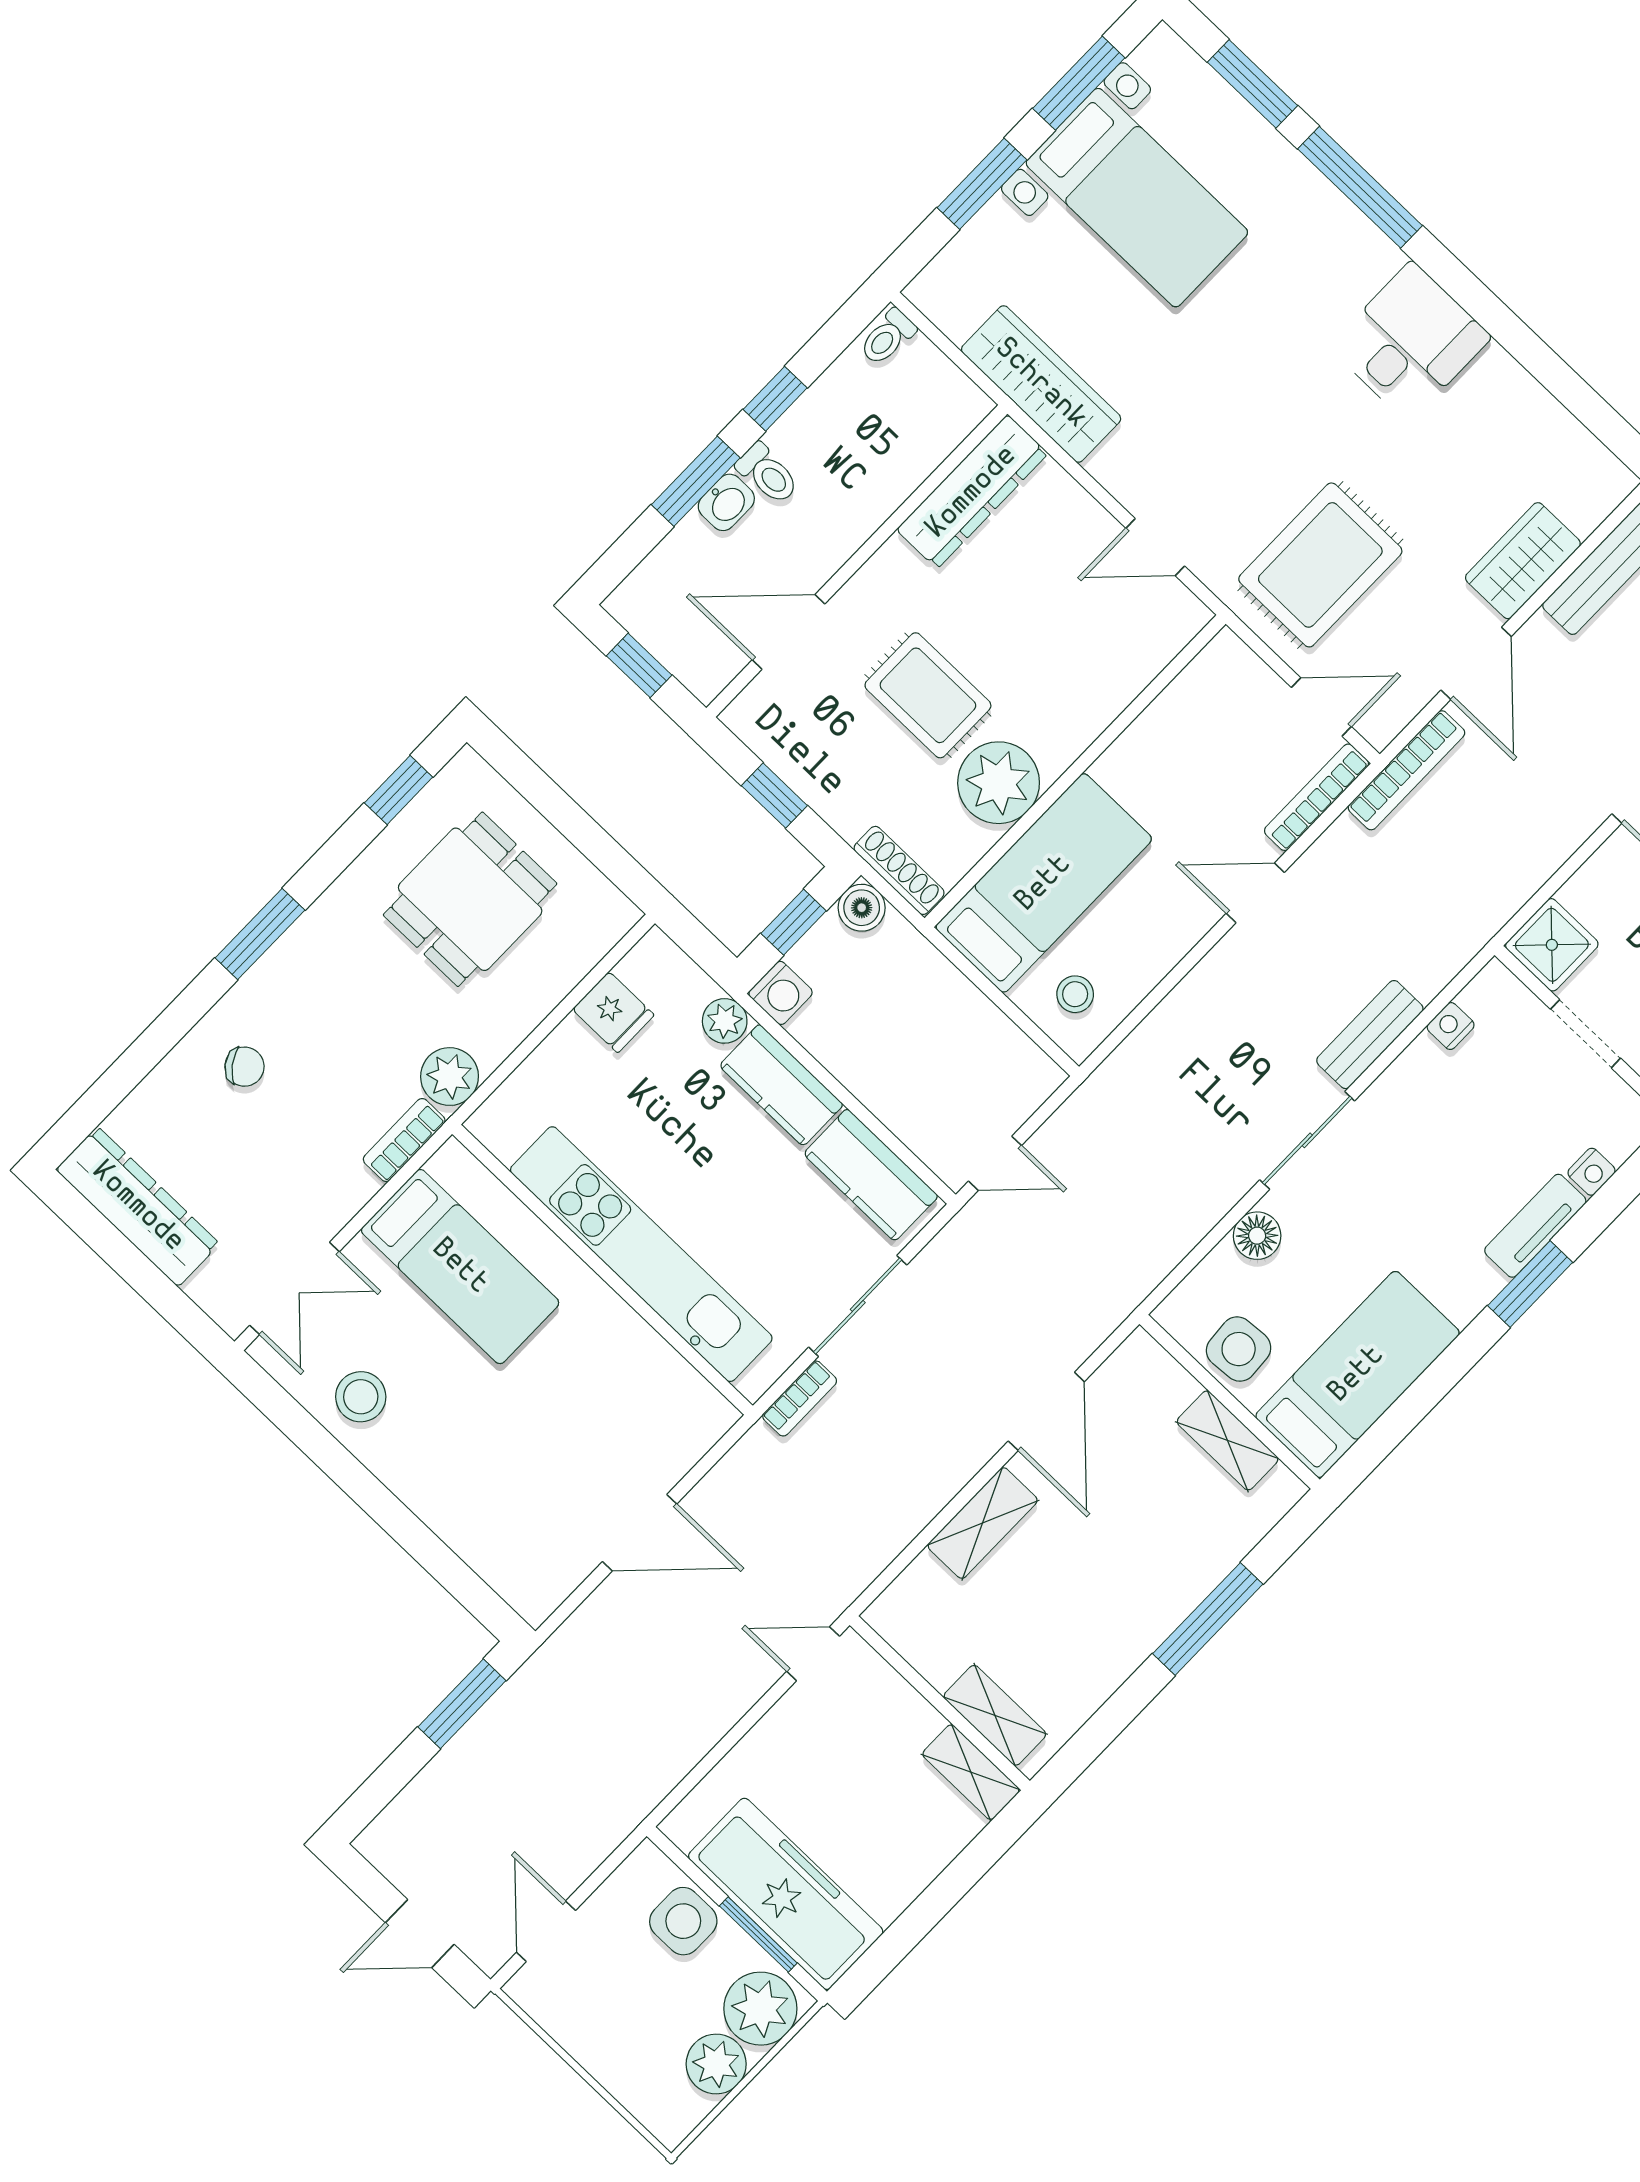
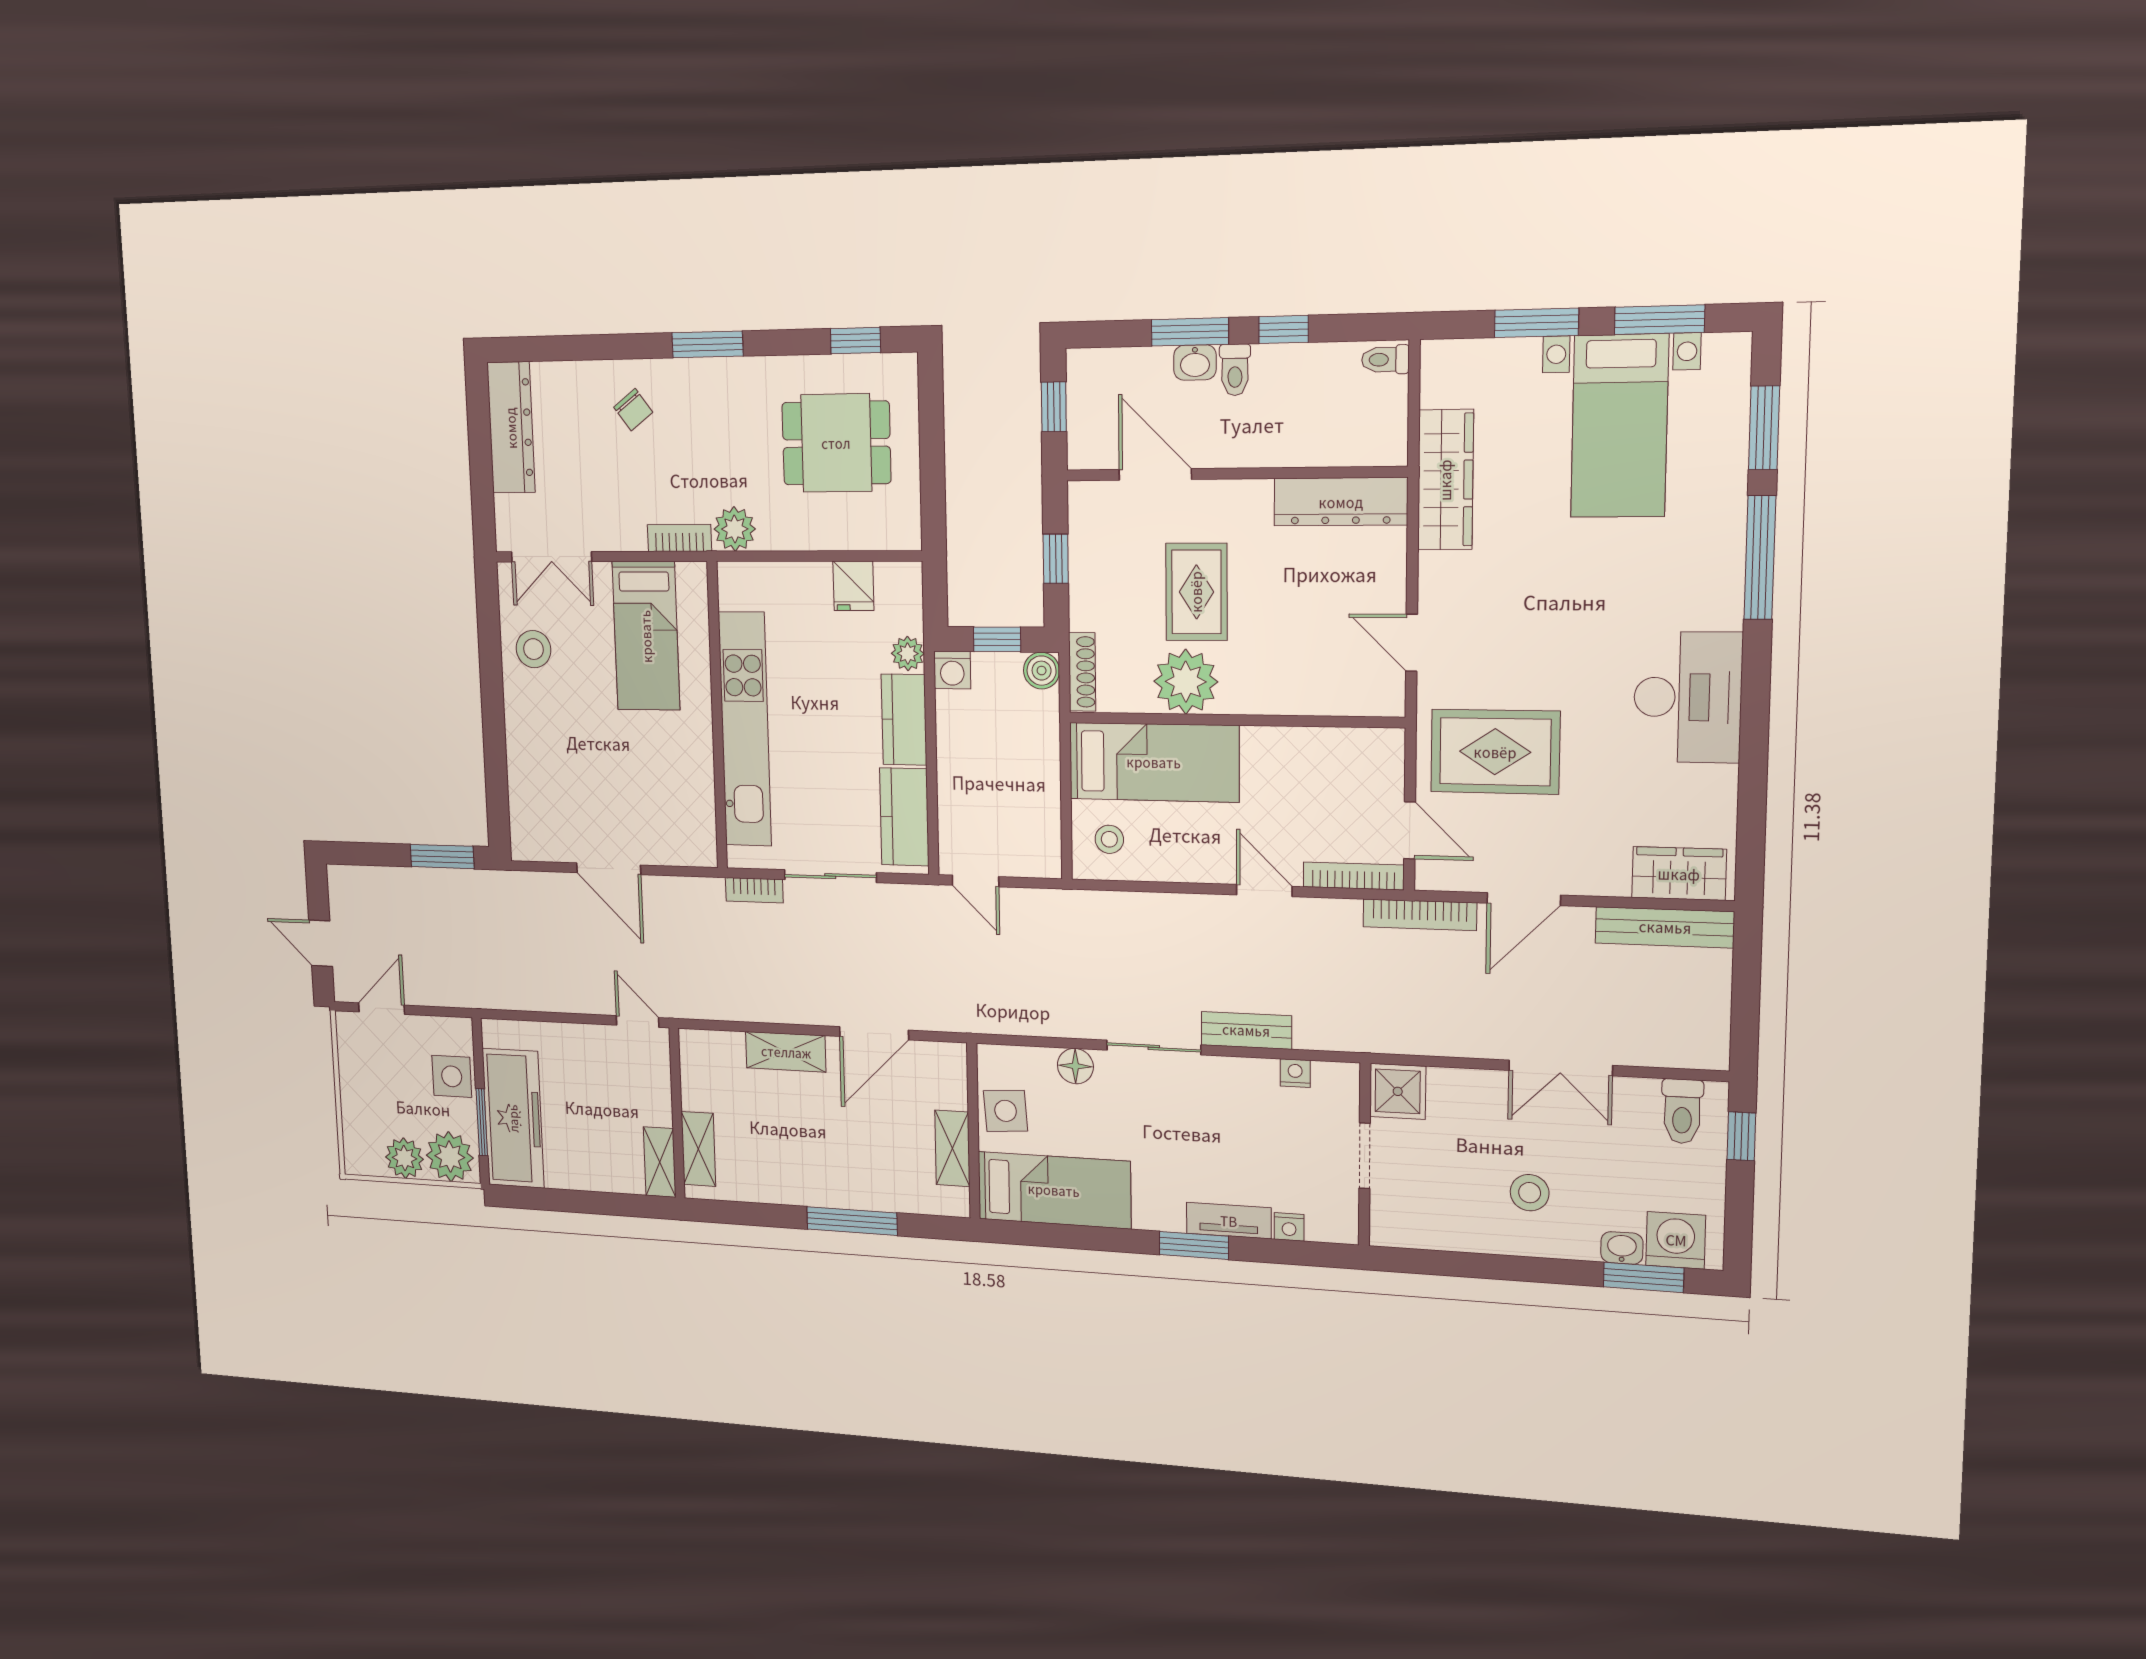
desk: (1410, 342) -> (1688, 697), width x1.37
wardrobe: (1523, 561) -> (1679, 874), moved

